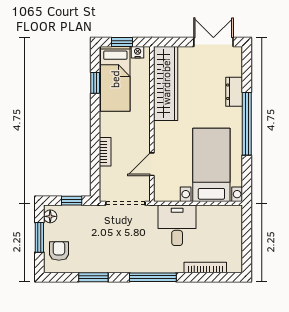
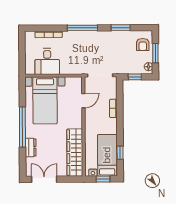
double door: (213, 42) -> (44, 179), swing flipped
desk: (177, 225) -> (47, 61), moved

